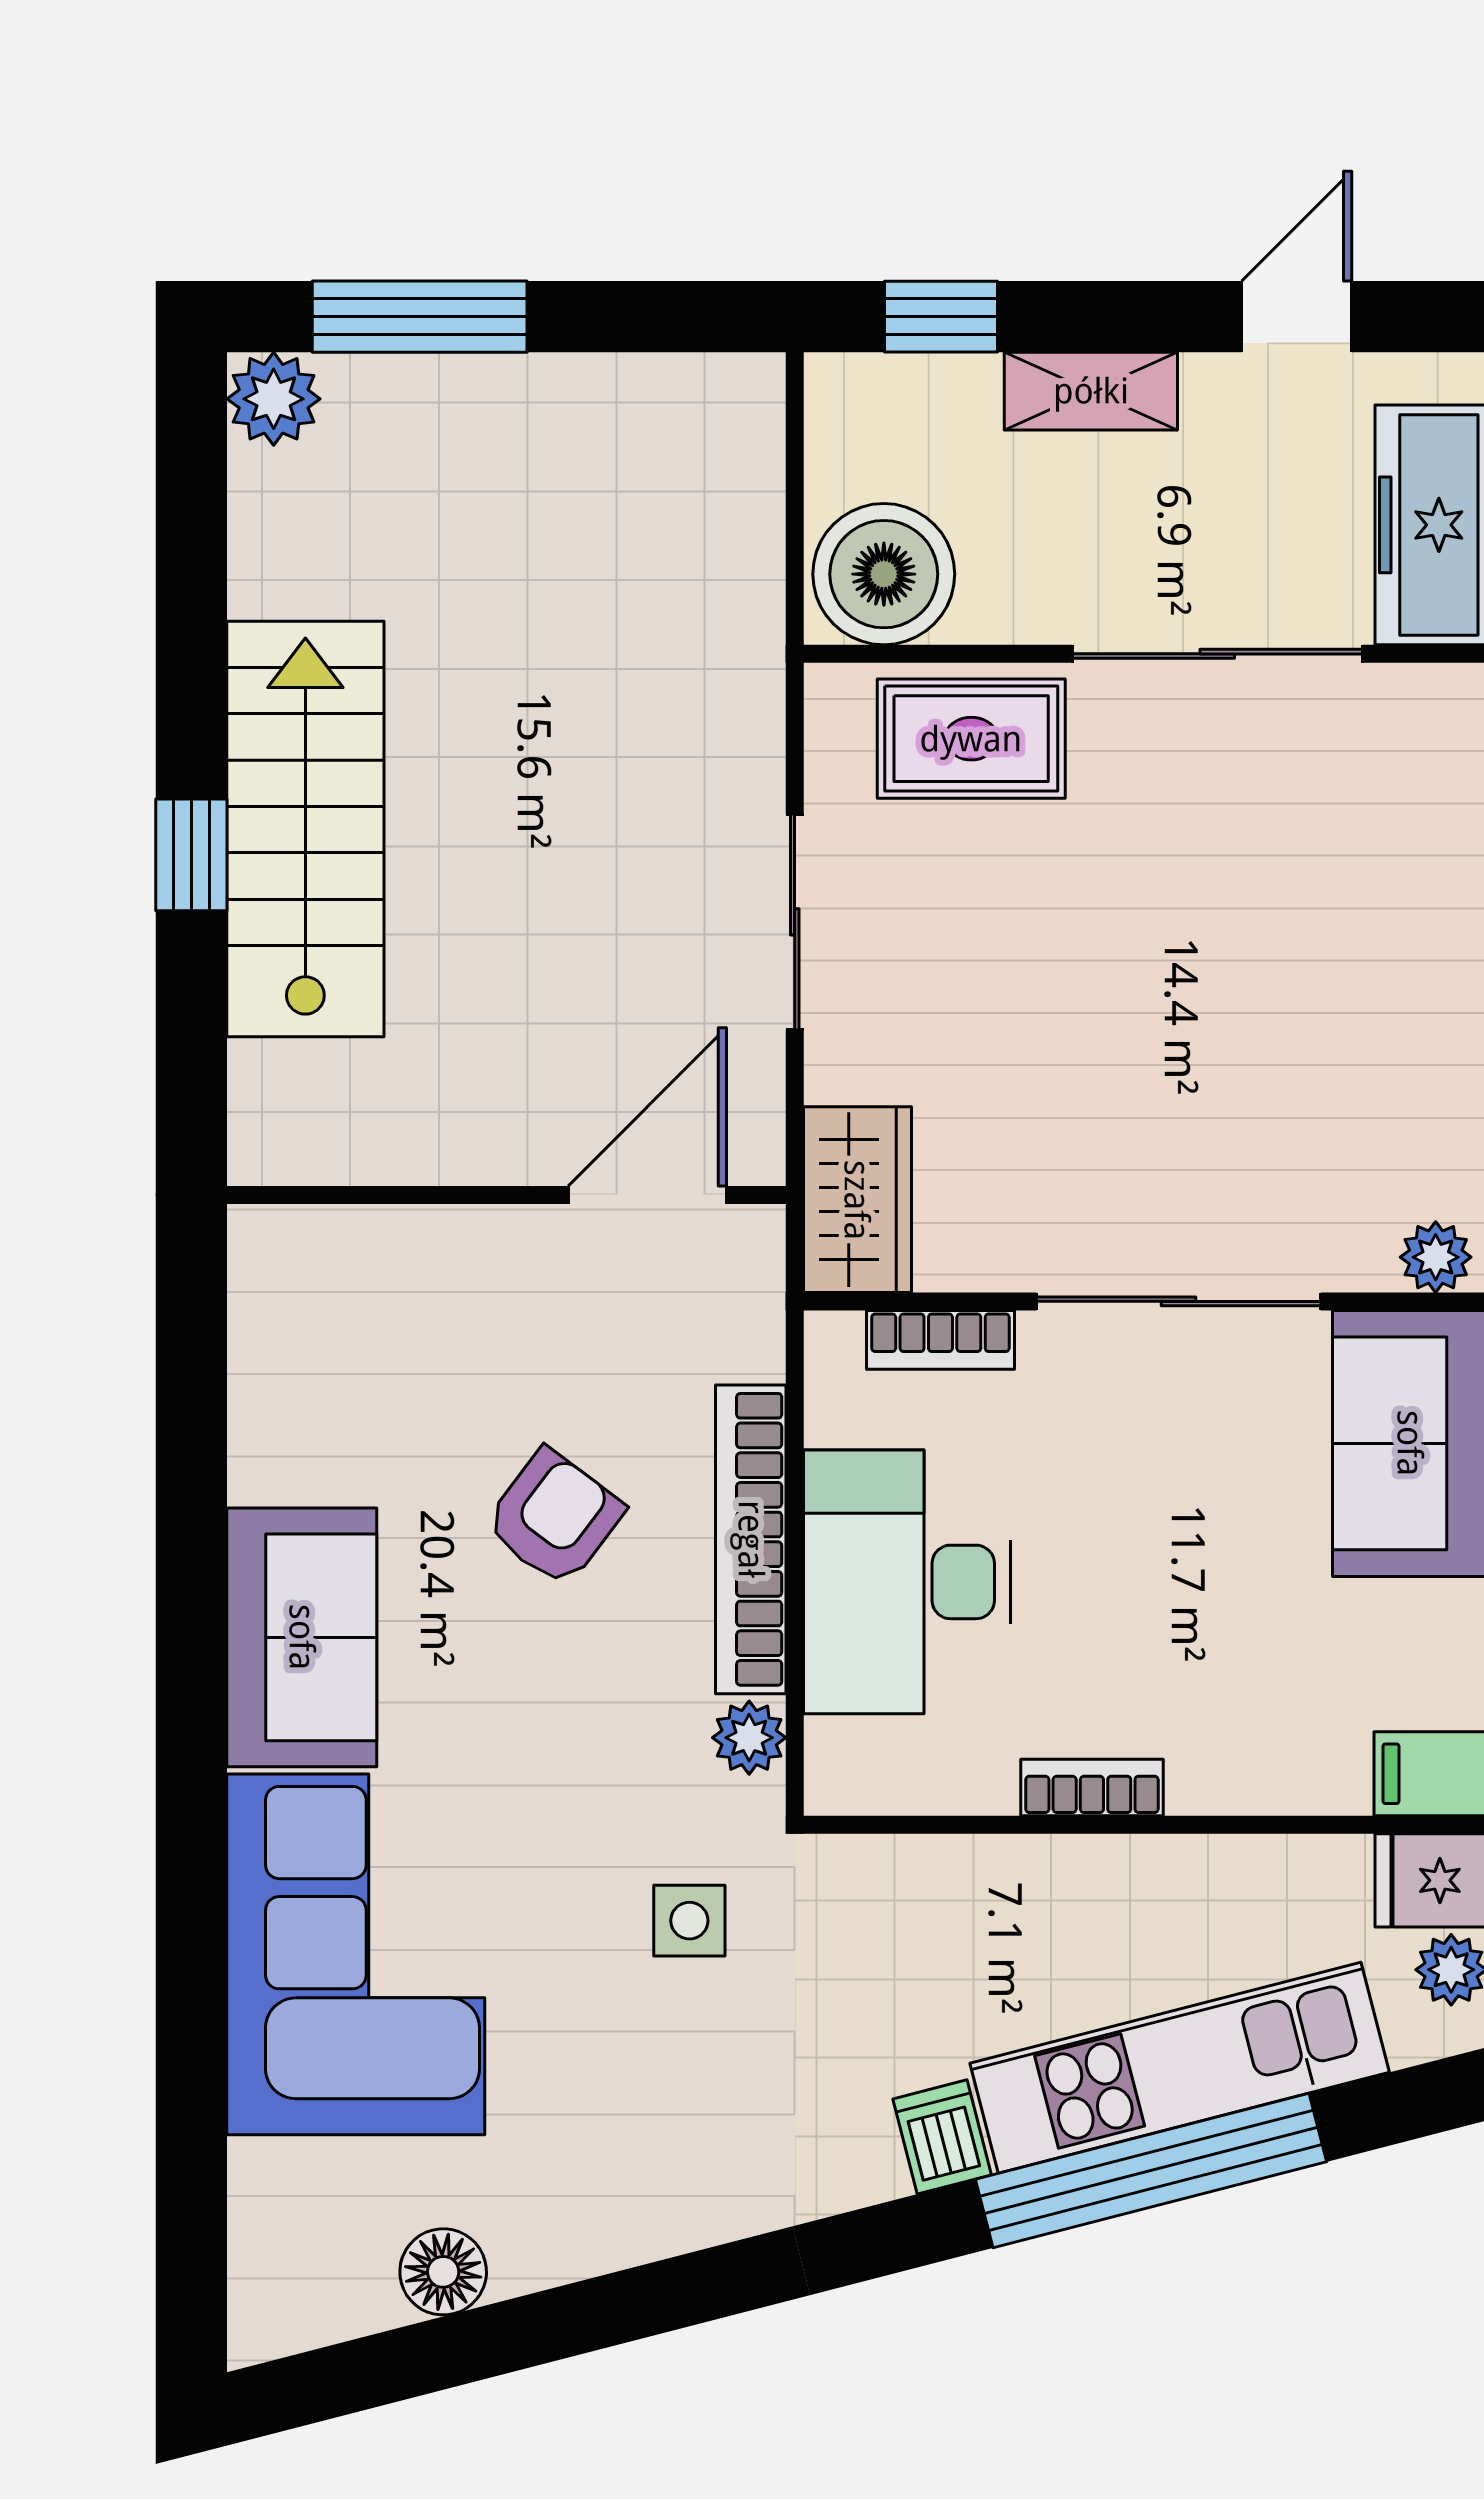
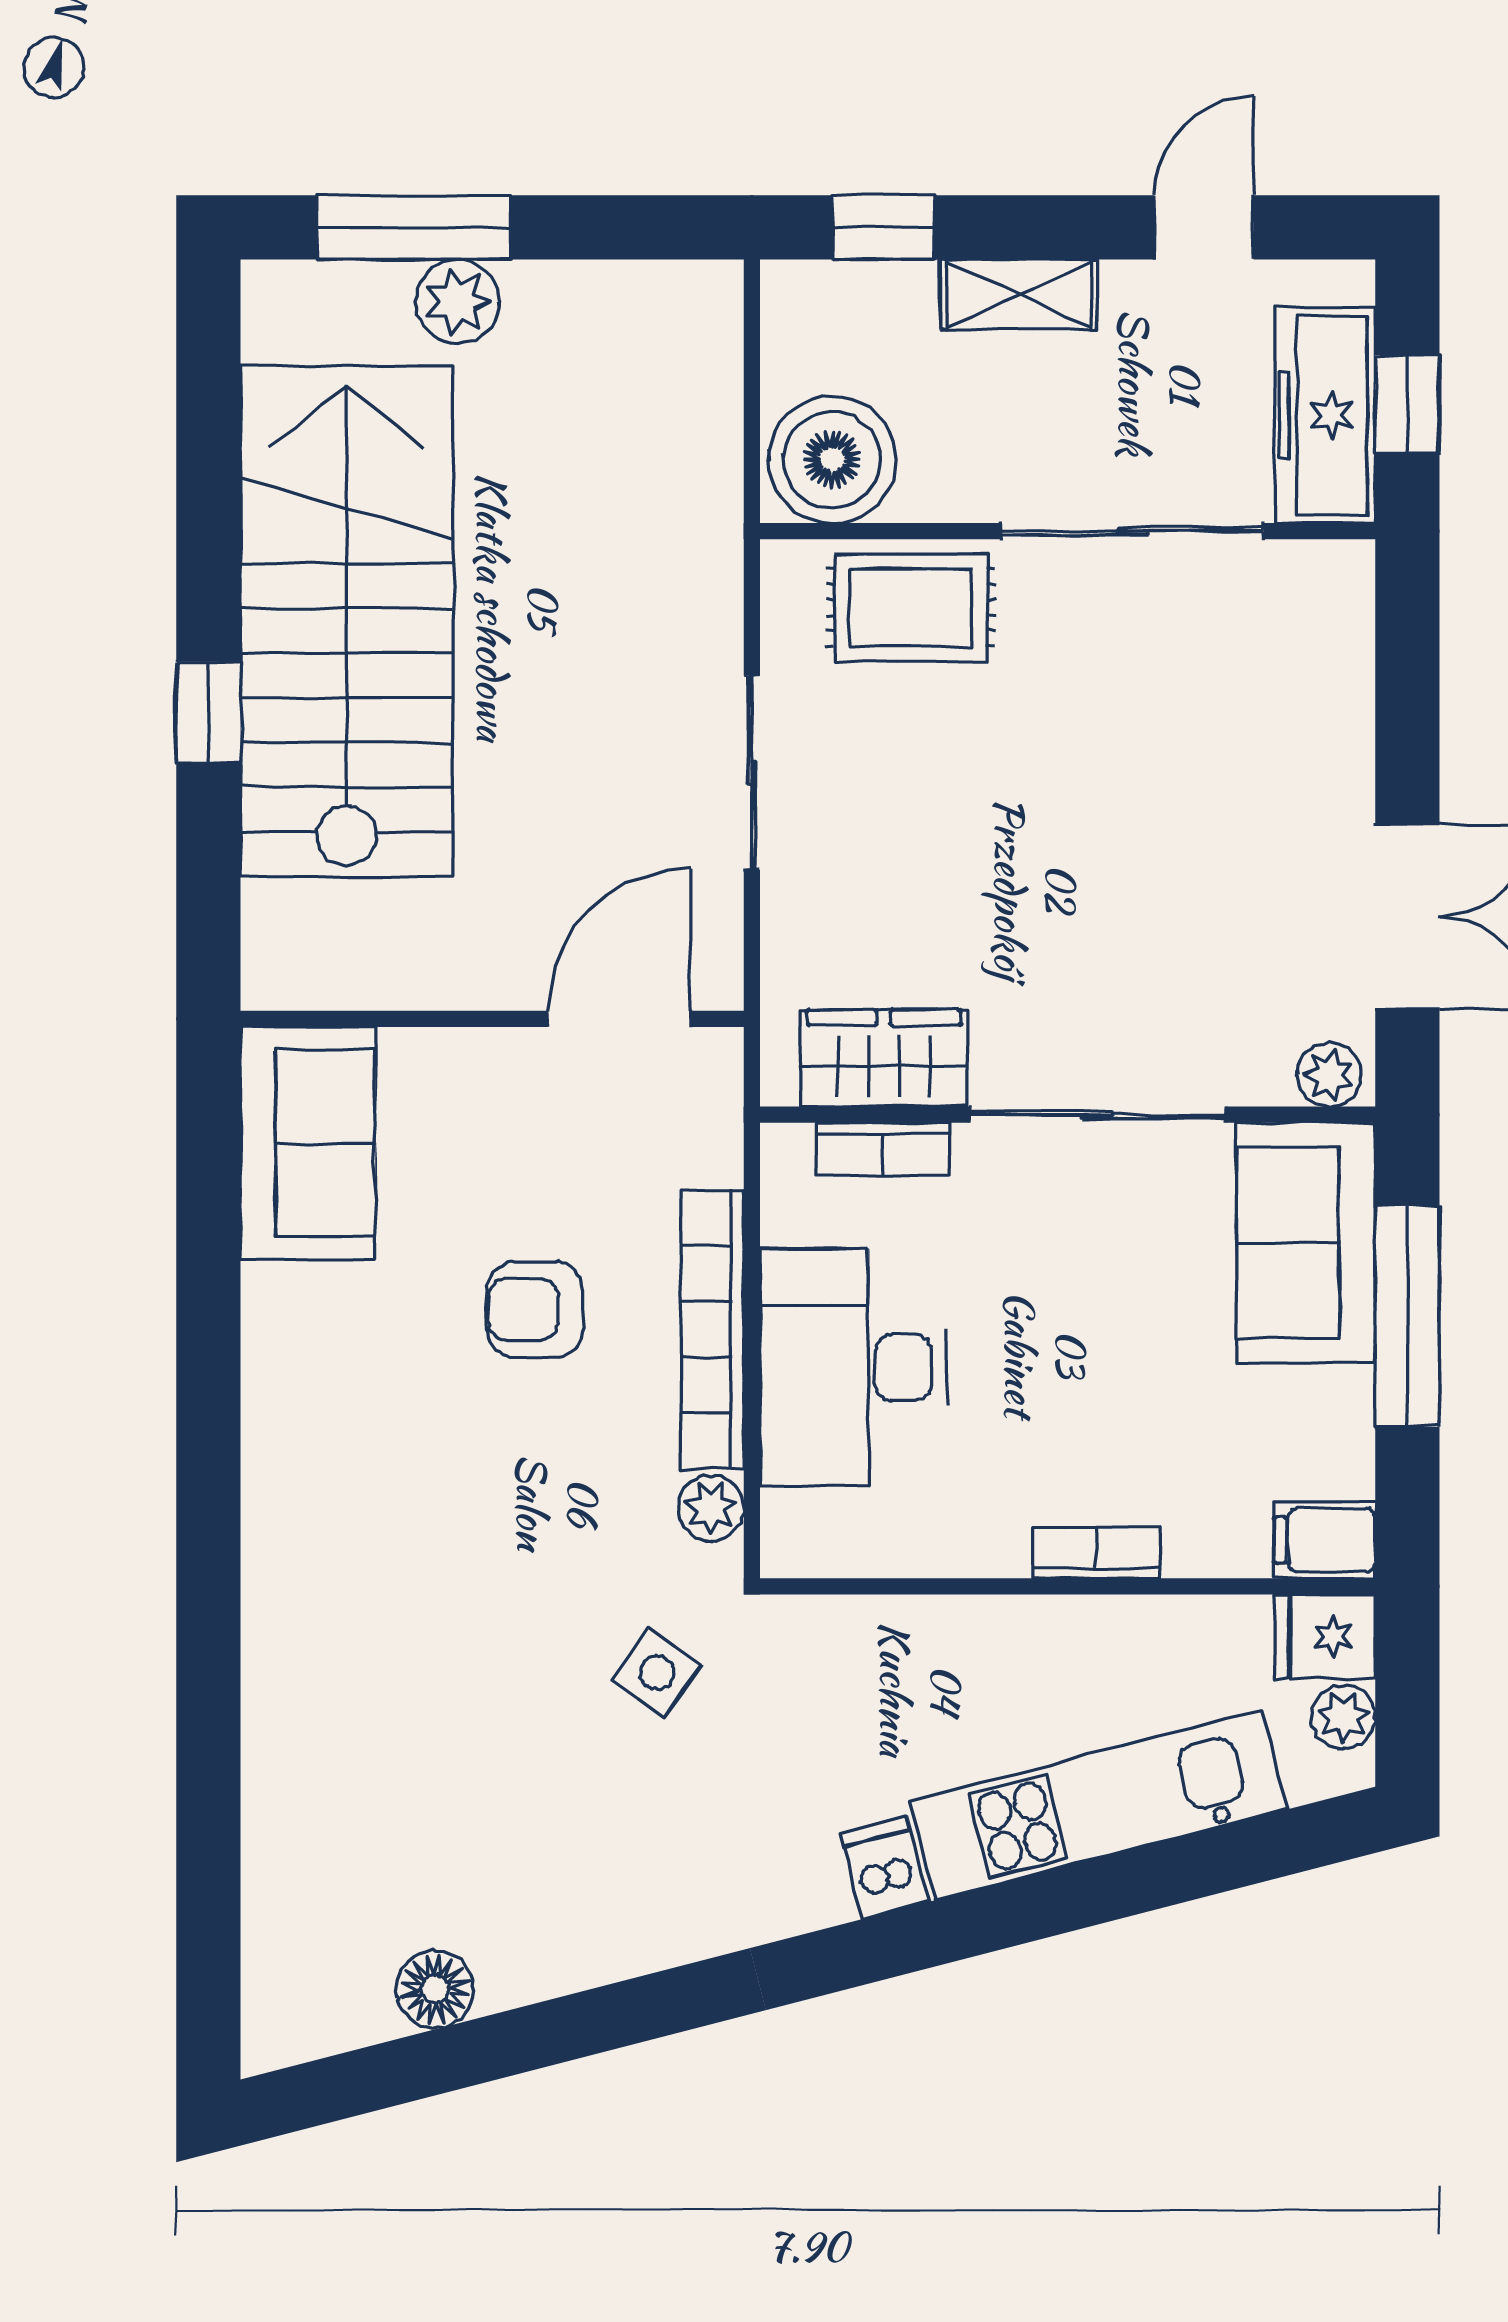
plant: (274, 399) -> (457, 301), moved
stairs: (305, 829) -> (347, 621), width x1.36, depth x1.51
wardrobe: (857, 1200) -> (884, 1058), moved, turned -90
armchair: (554, 1518) -> (535, 1310), turned -127
sofa: (302, 1637) -> (308, 1143), moved
bookcase: (1092, 1788) -> (1096, 1553), moved
side table: (689, 1921) -> (657, 1673), turned 35
corner sofa: (356, 1954) -> (356, 1703), removed
window: (1151, 2171) -> (1073, 1898), removed

